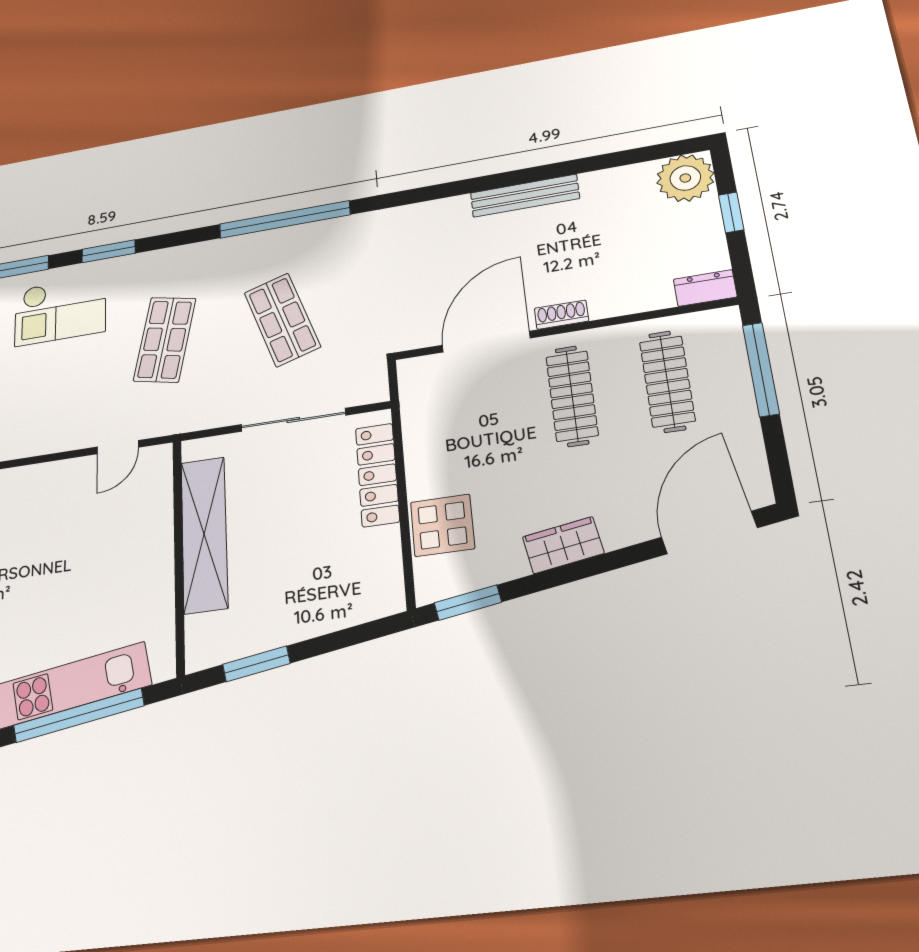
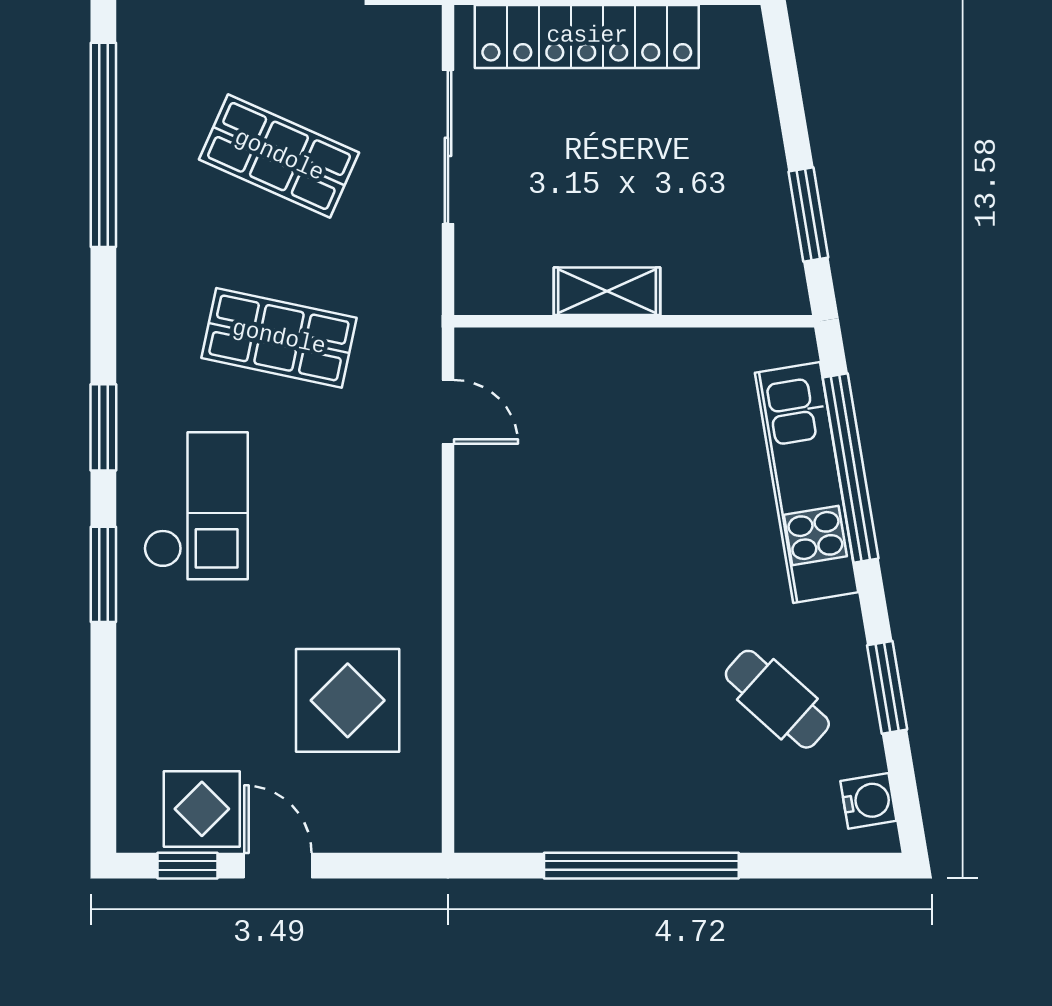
shop shelf: (282, 320) -> (279, 156), turned 42
locker: (377, 475) -> (587, 36), width x1.41, depth x1.21
shelving: (204, 534) -> (607, 291), width x0.45, depth x0.75

